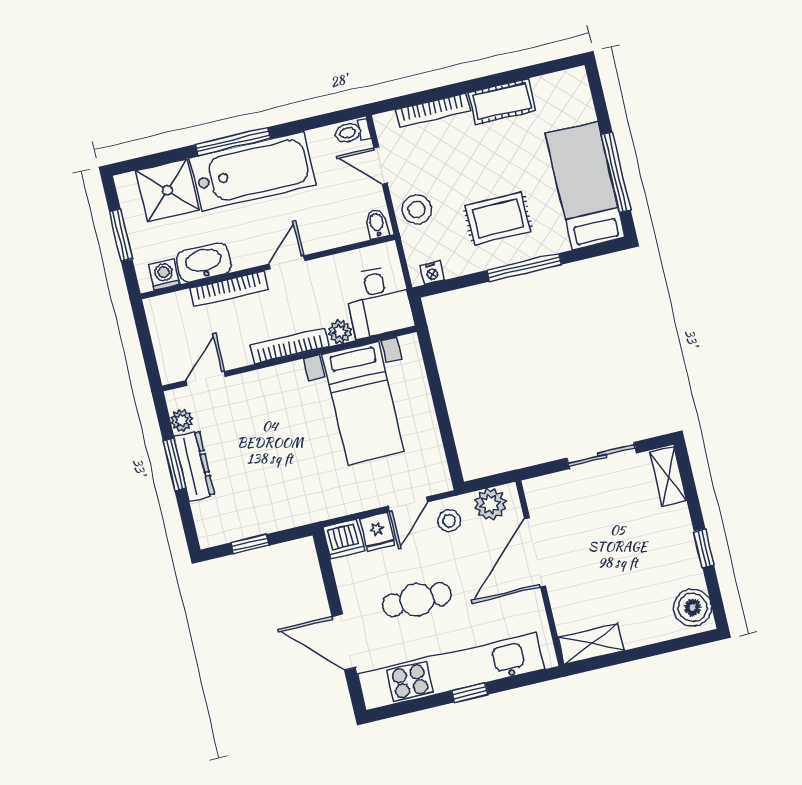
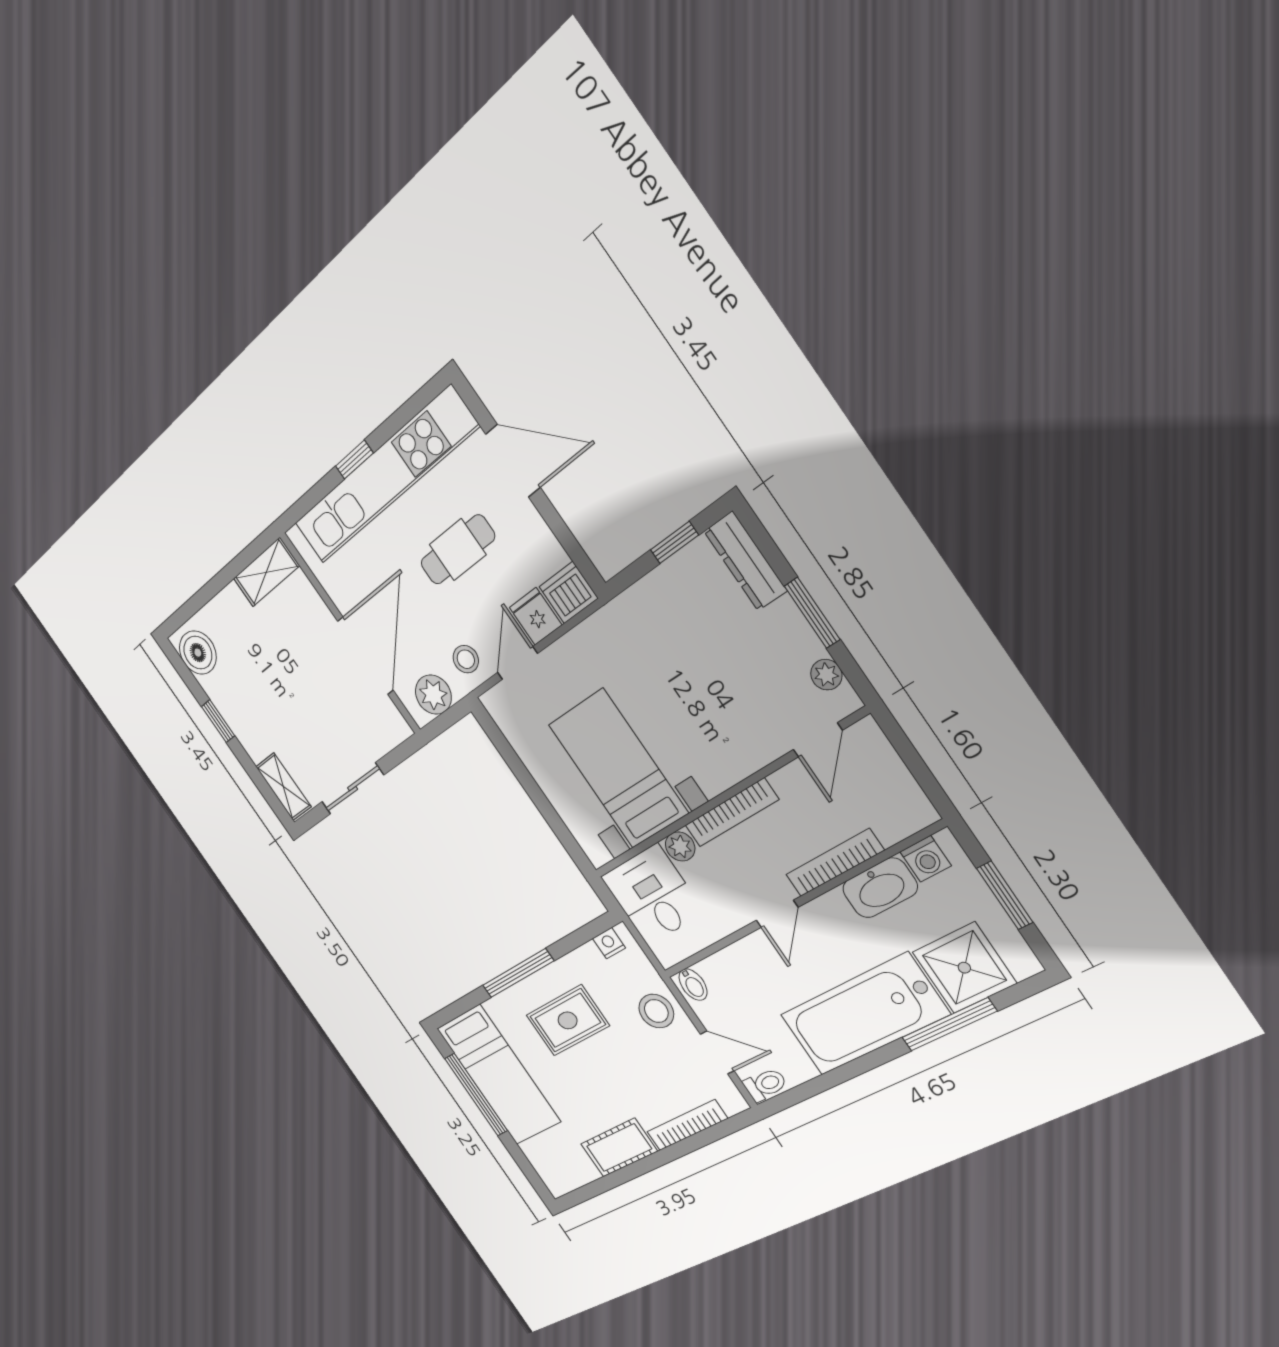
window: (233, 141) -> (949, 1024), moved
dresser: (194, 466) -> (745, 561), moved

